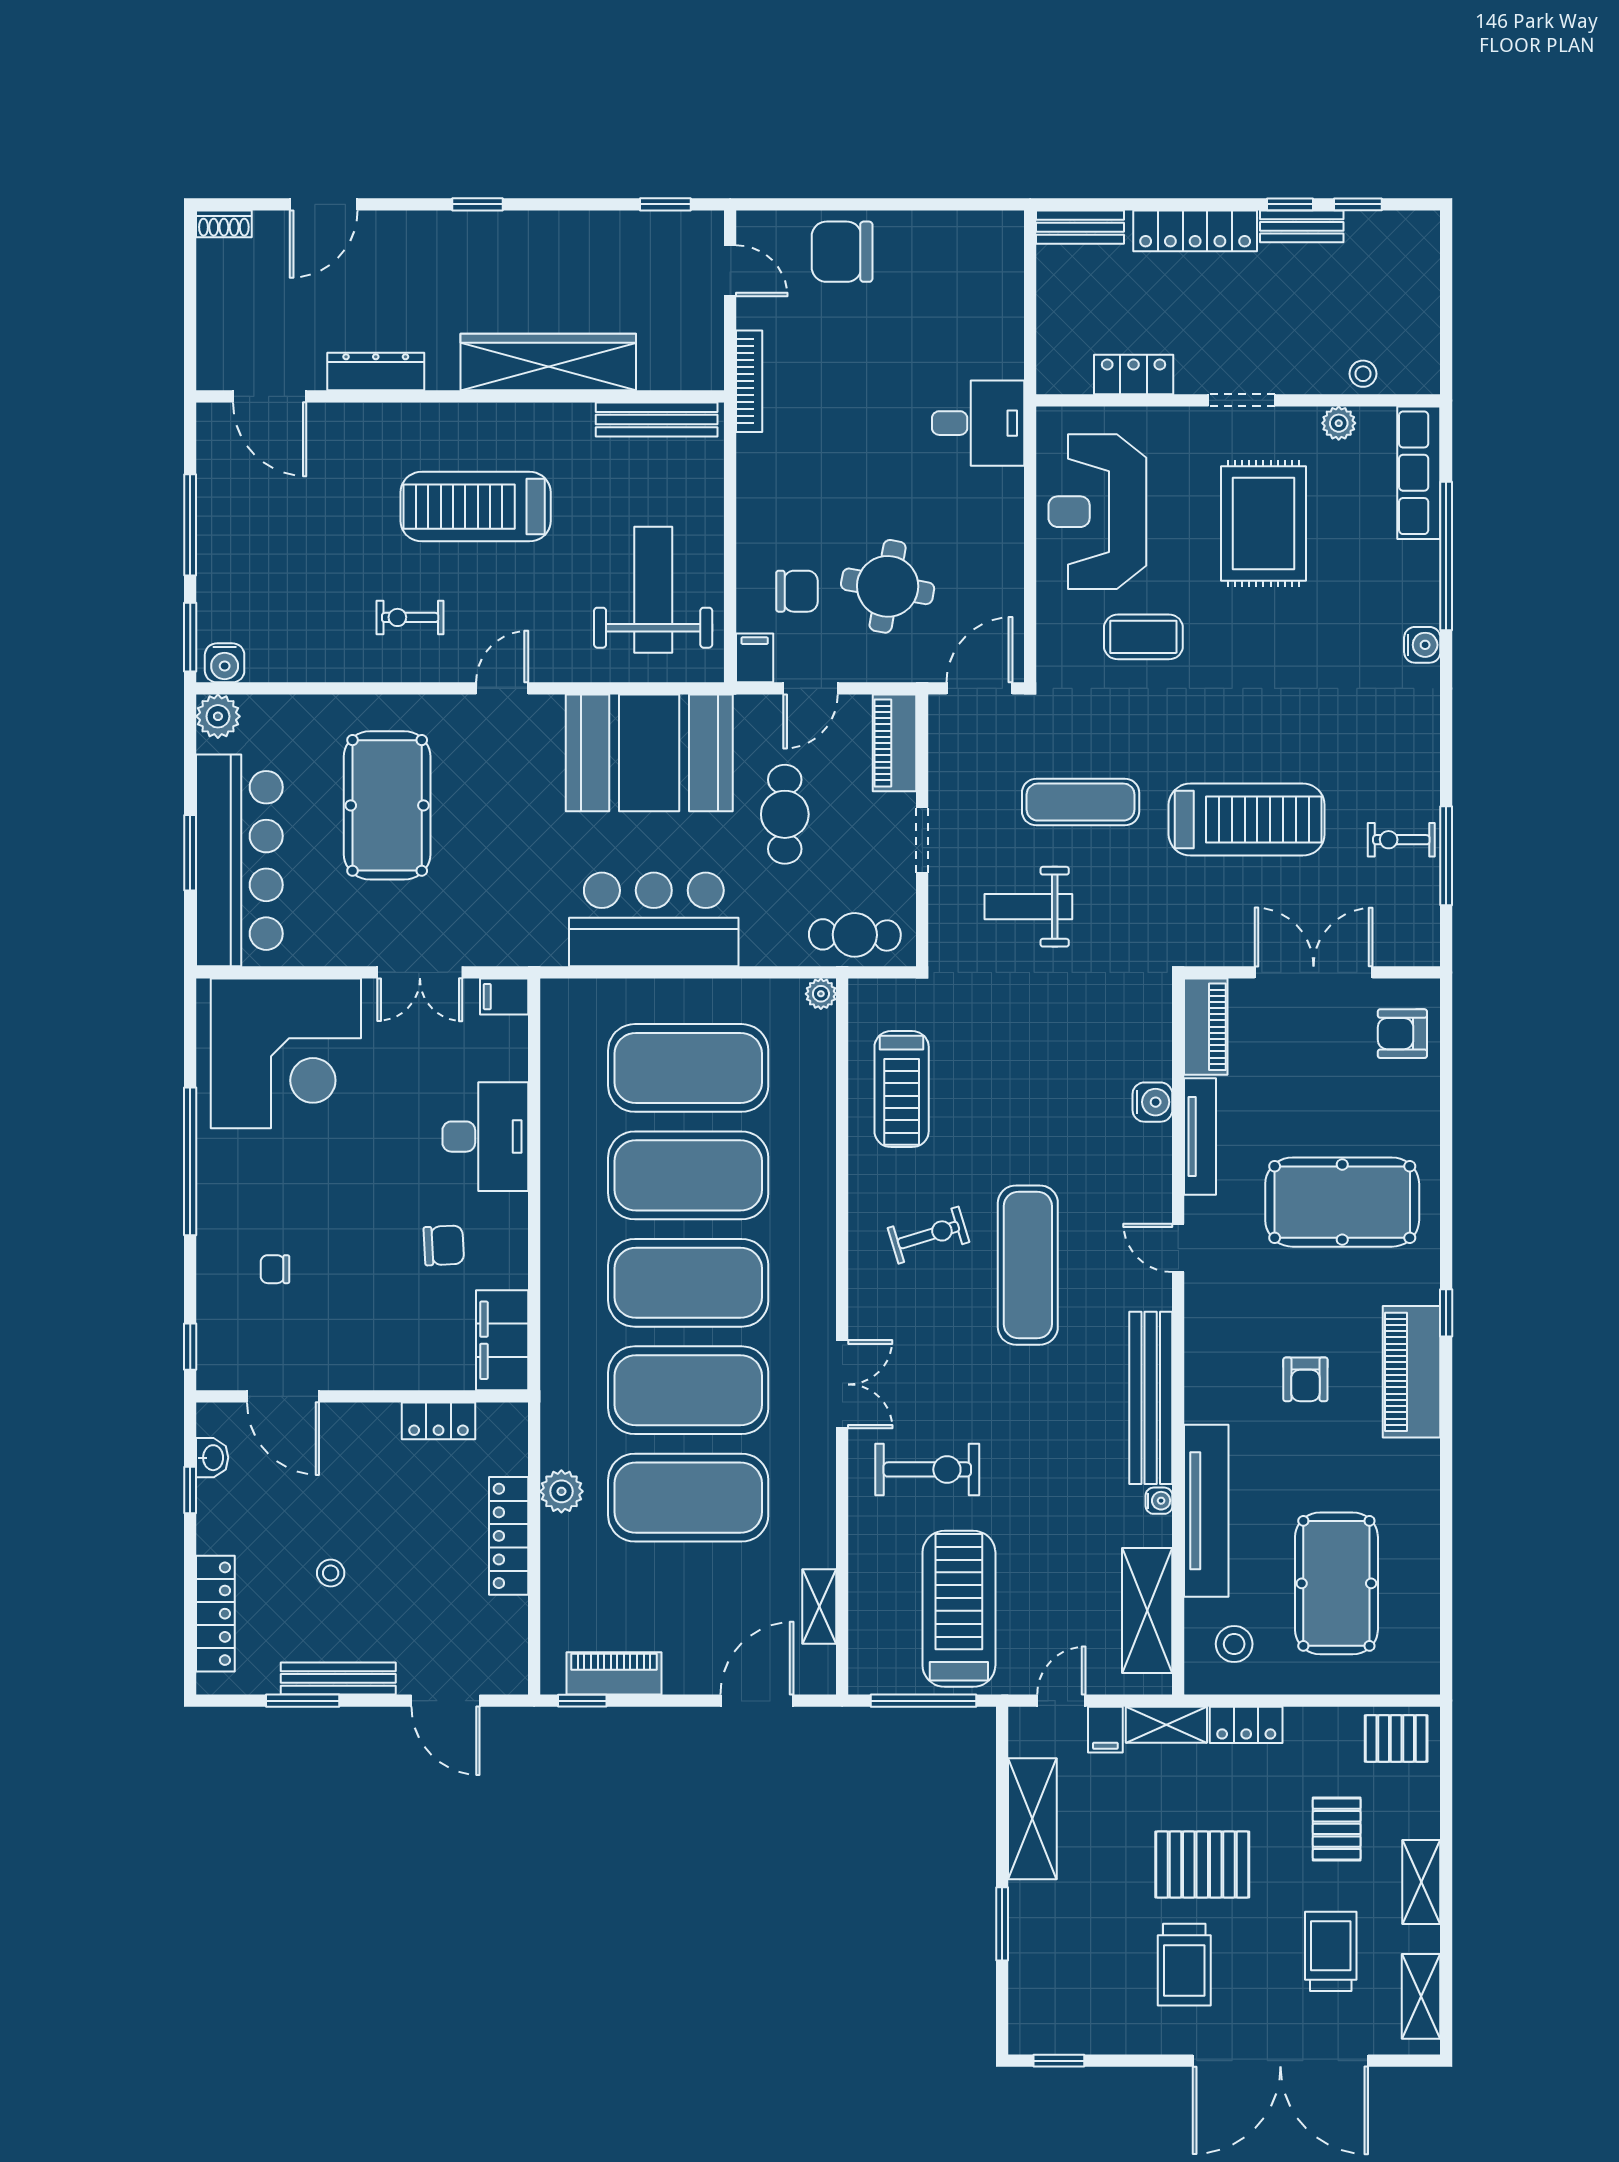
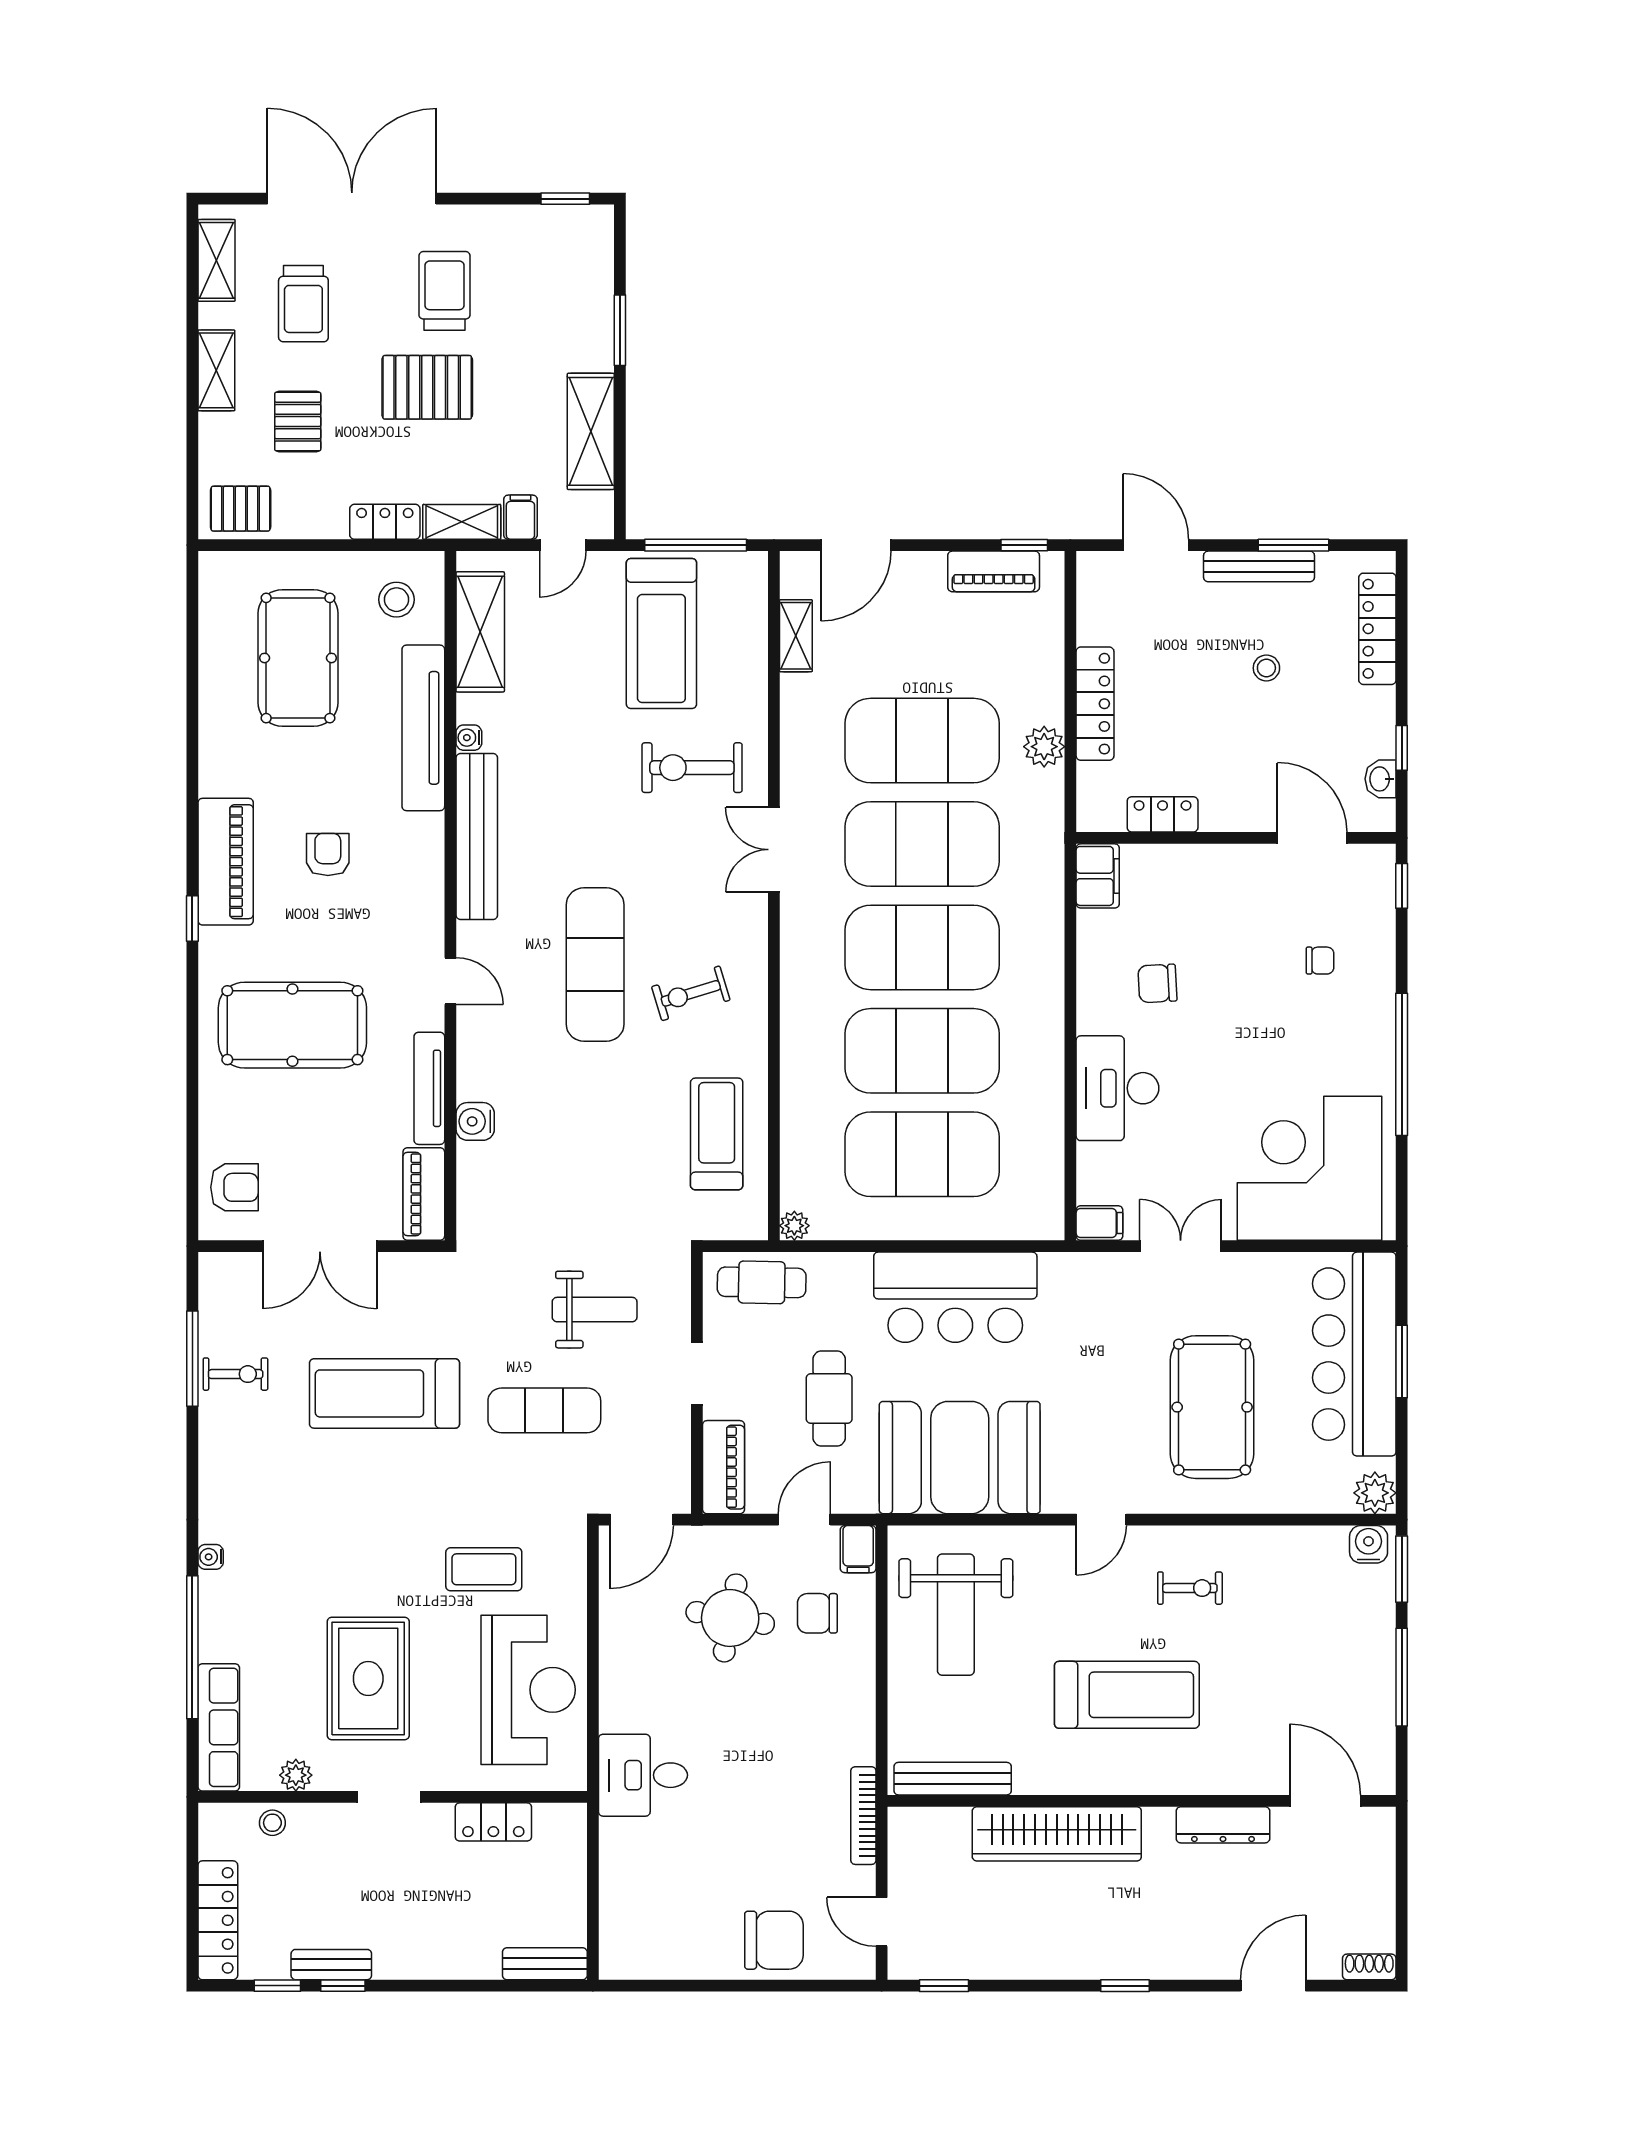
locker: (1195, 231) -> (218, 1920), moved, turned 90
water cooler: (1422, 645) -> (211, 1557), width x0.72, depth x0.72
filing cabinet: (502, 1340) -> (1098, 876), width x0.67, depth x0.86

